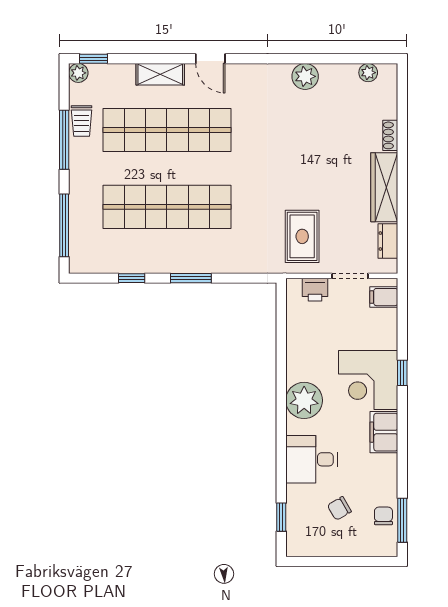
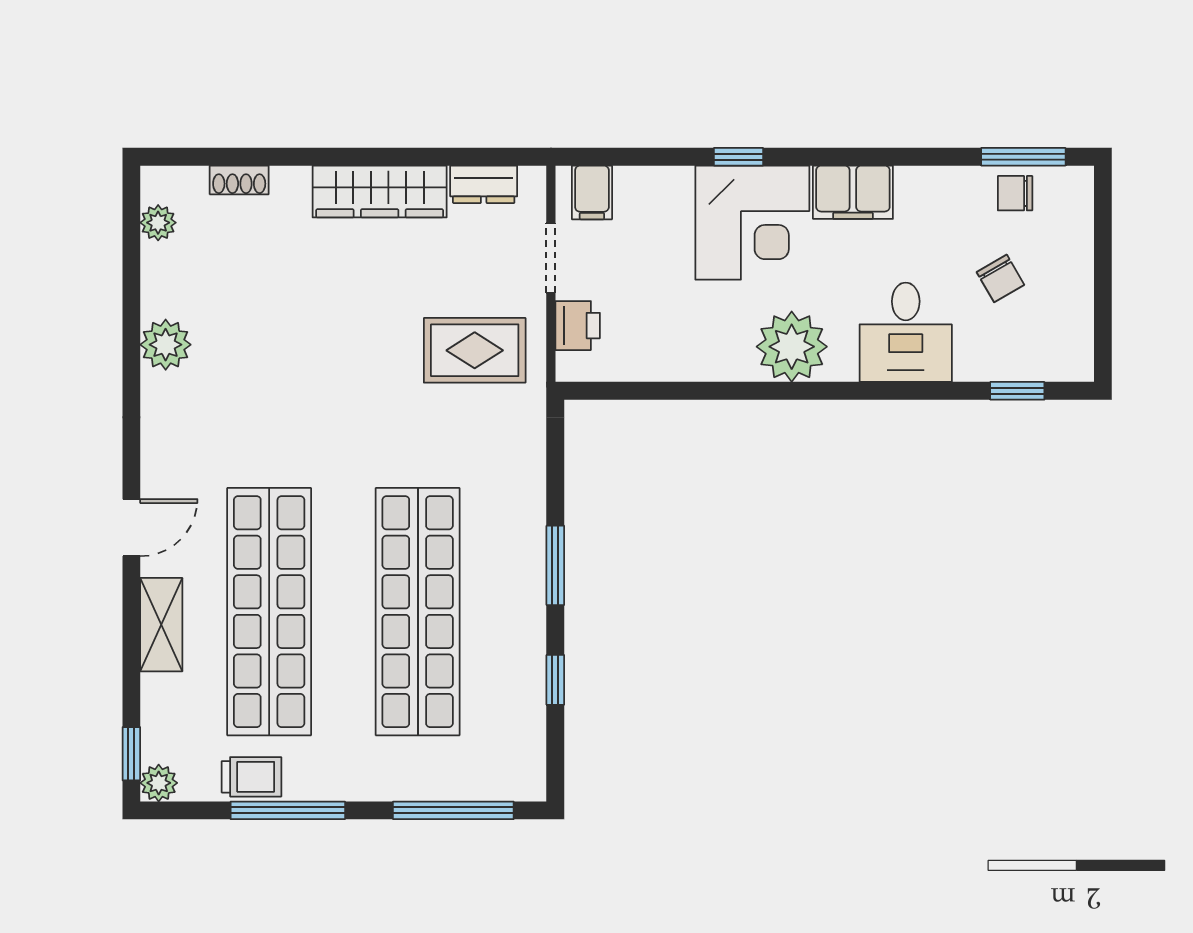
shoe rack: (390, 135) -> (239, 180), moved

